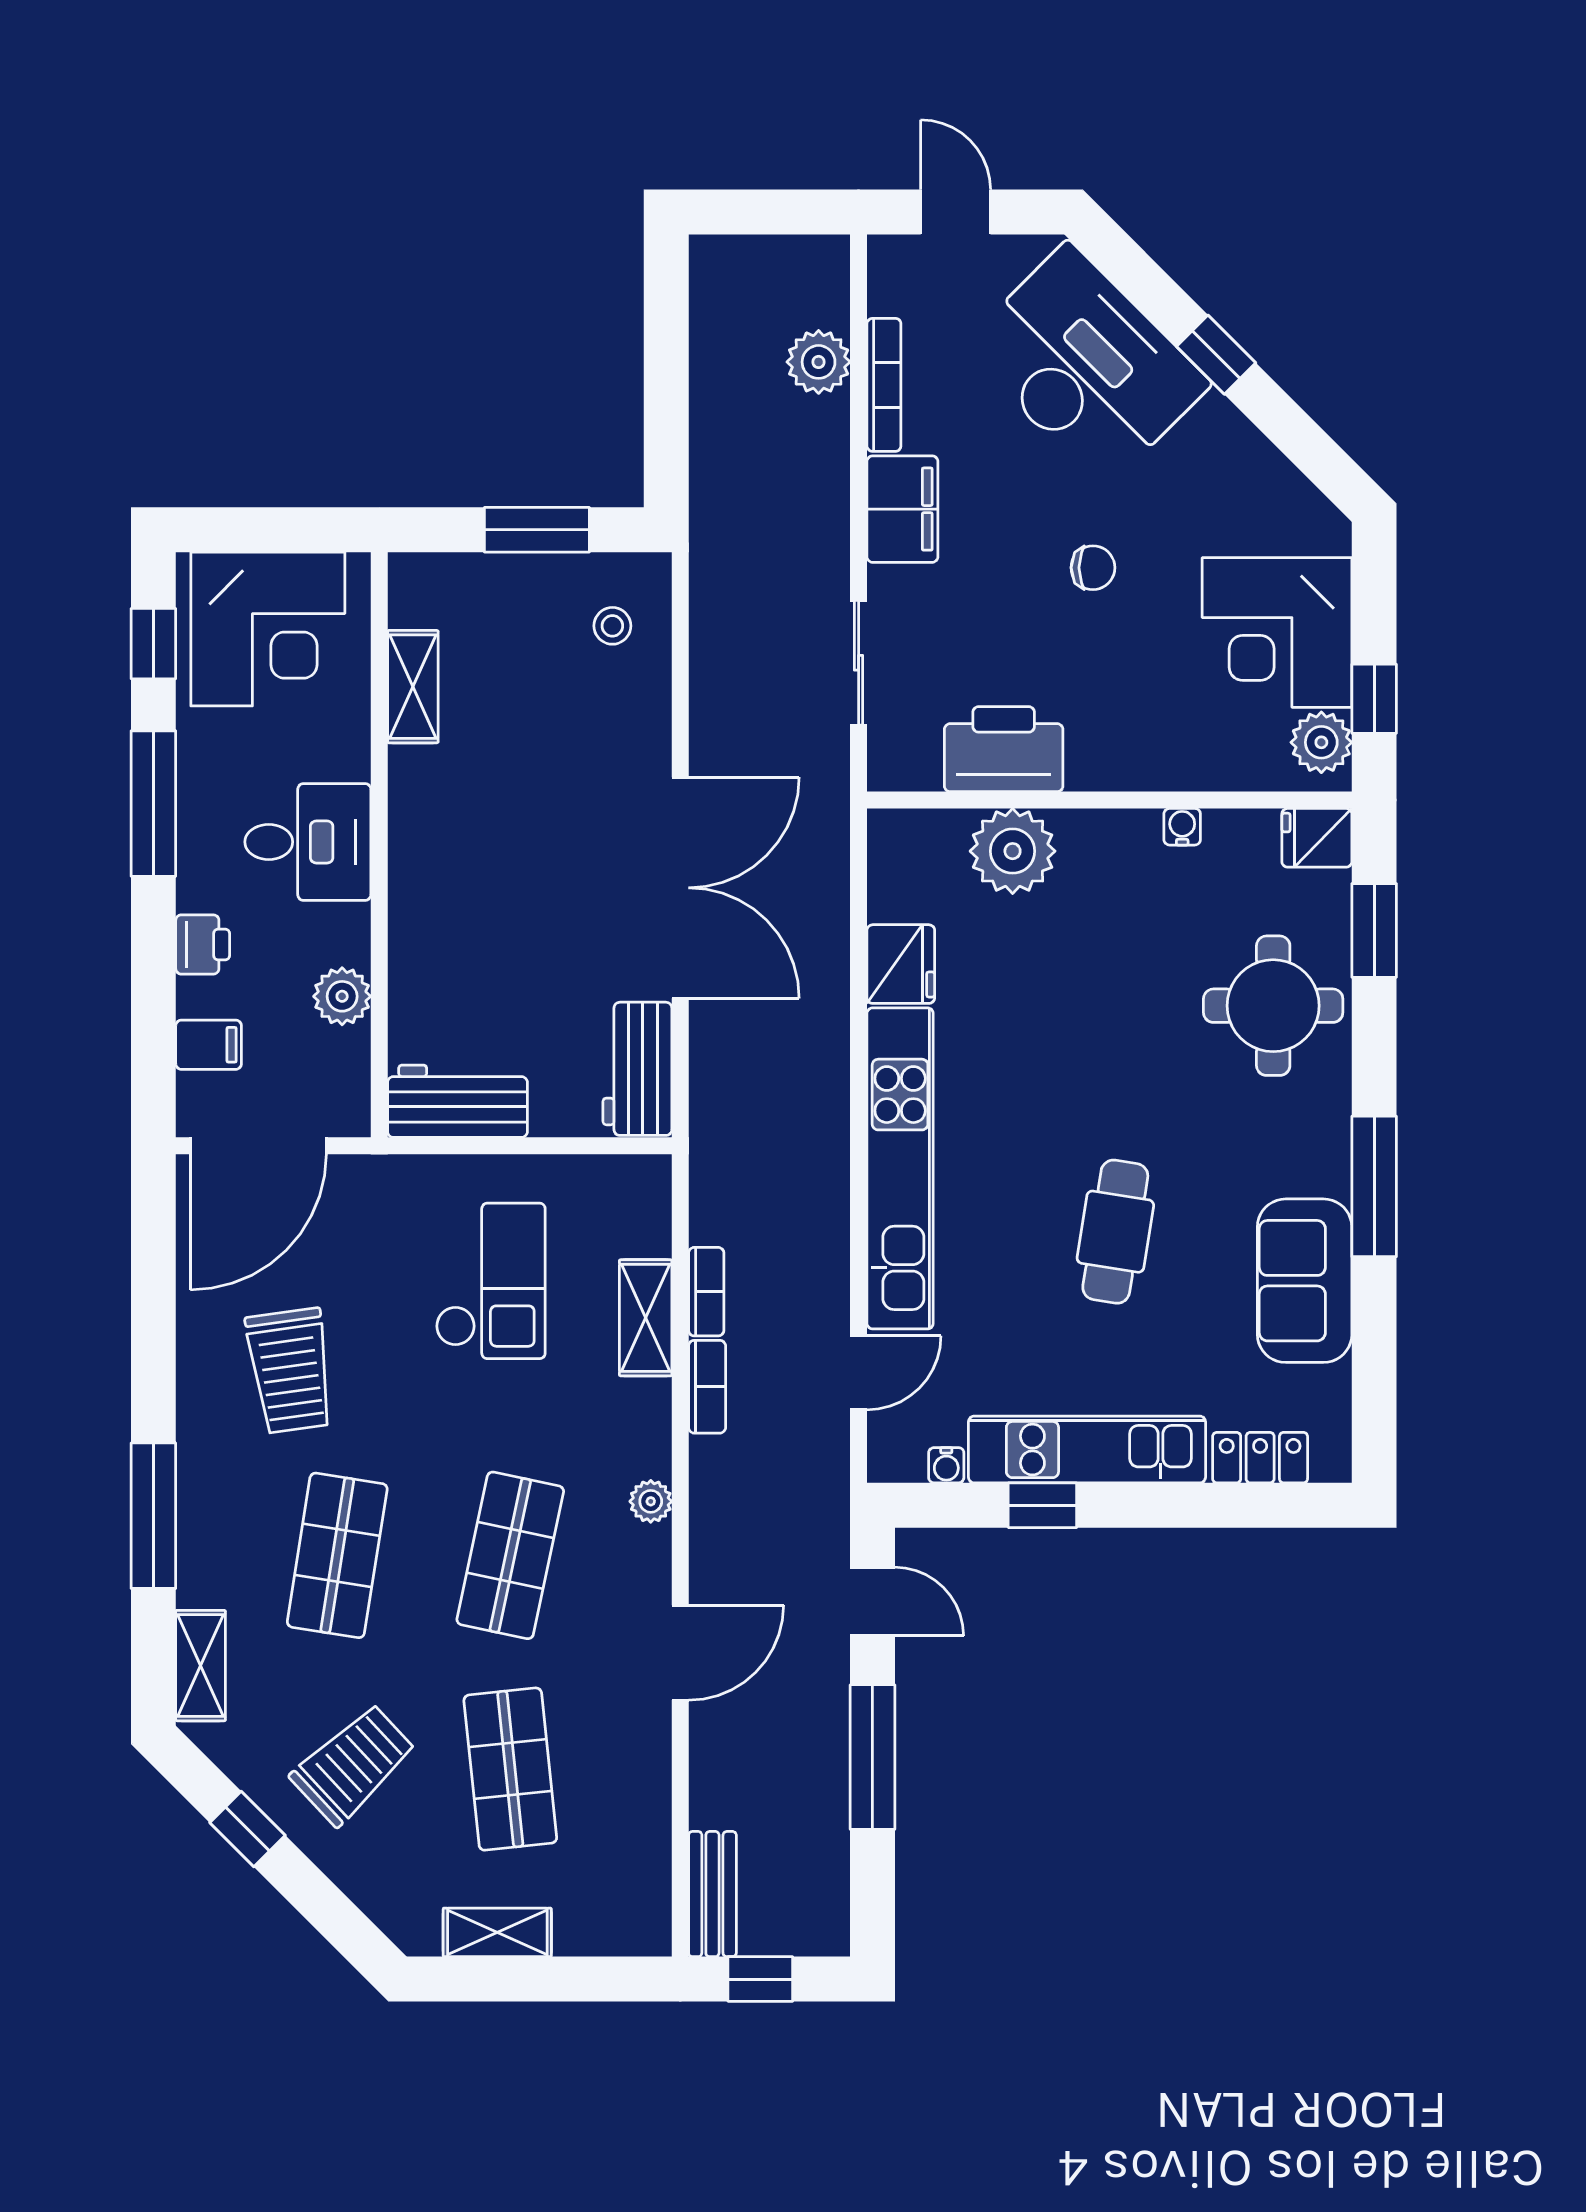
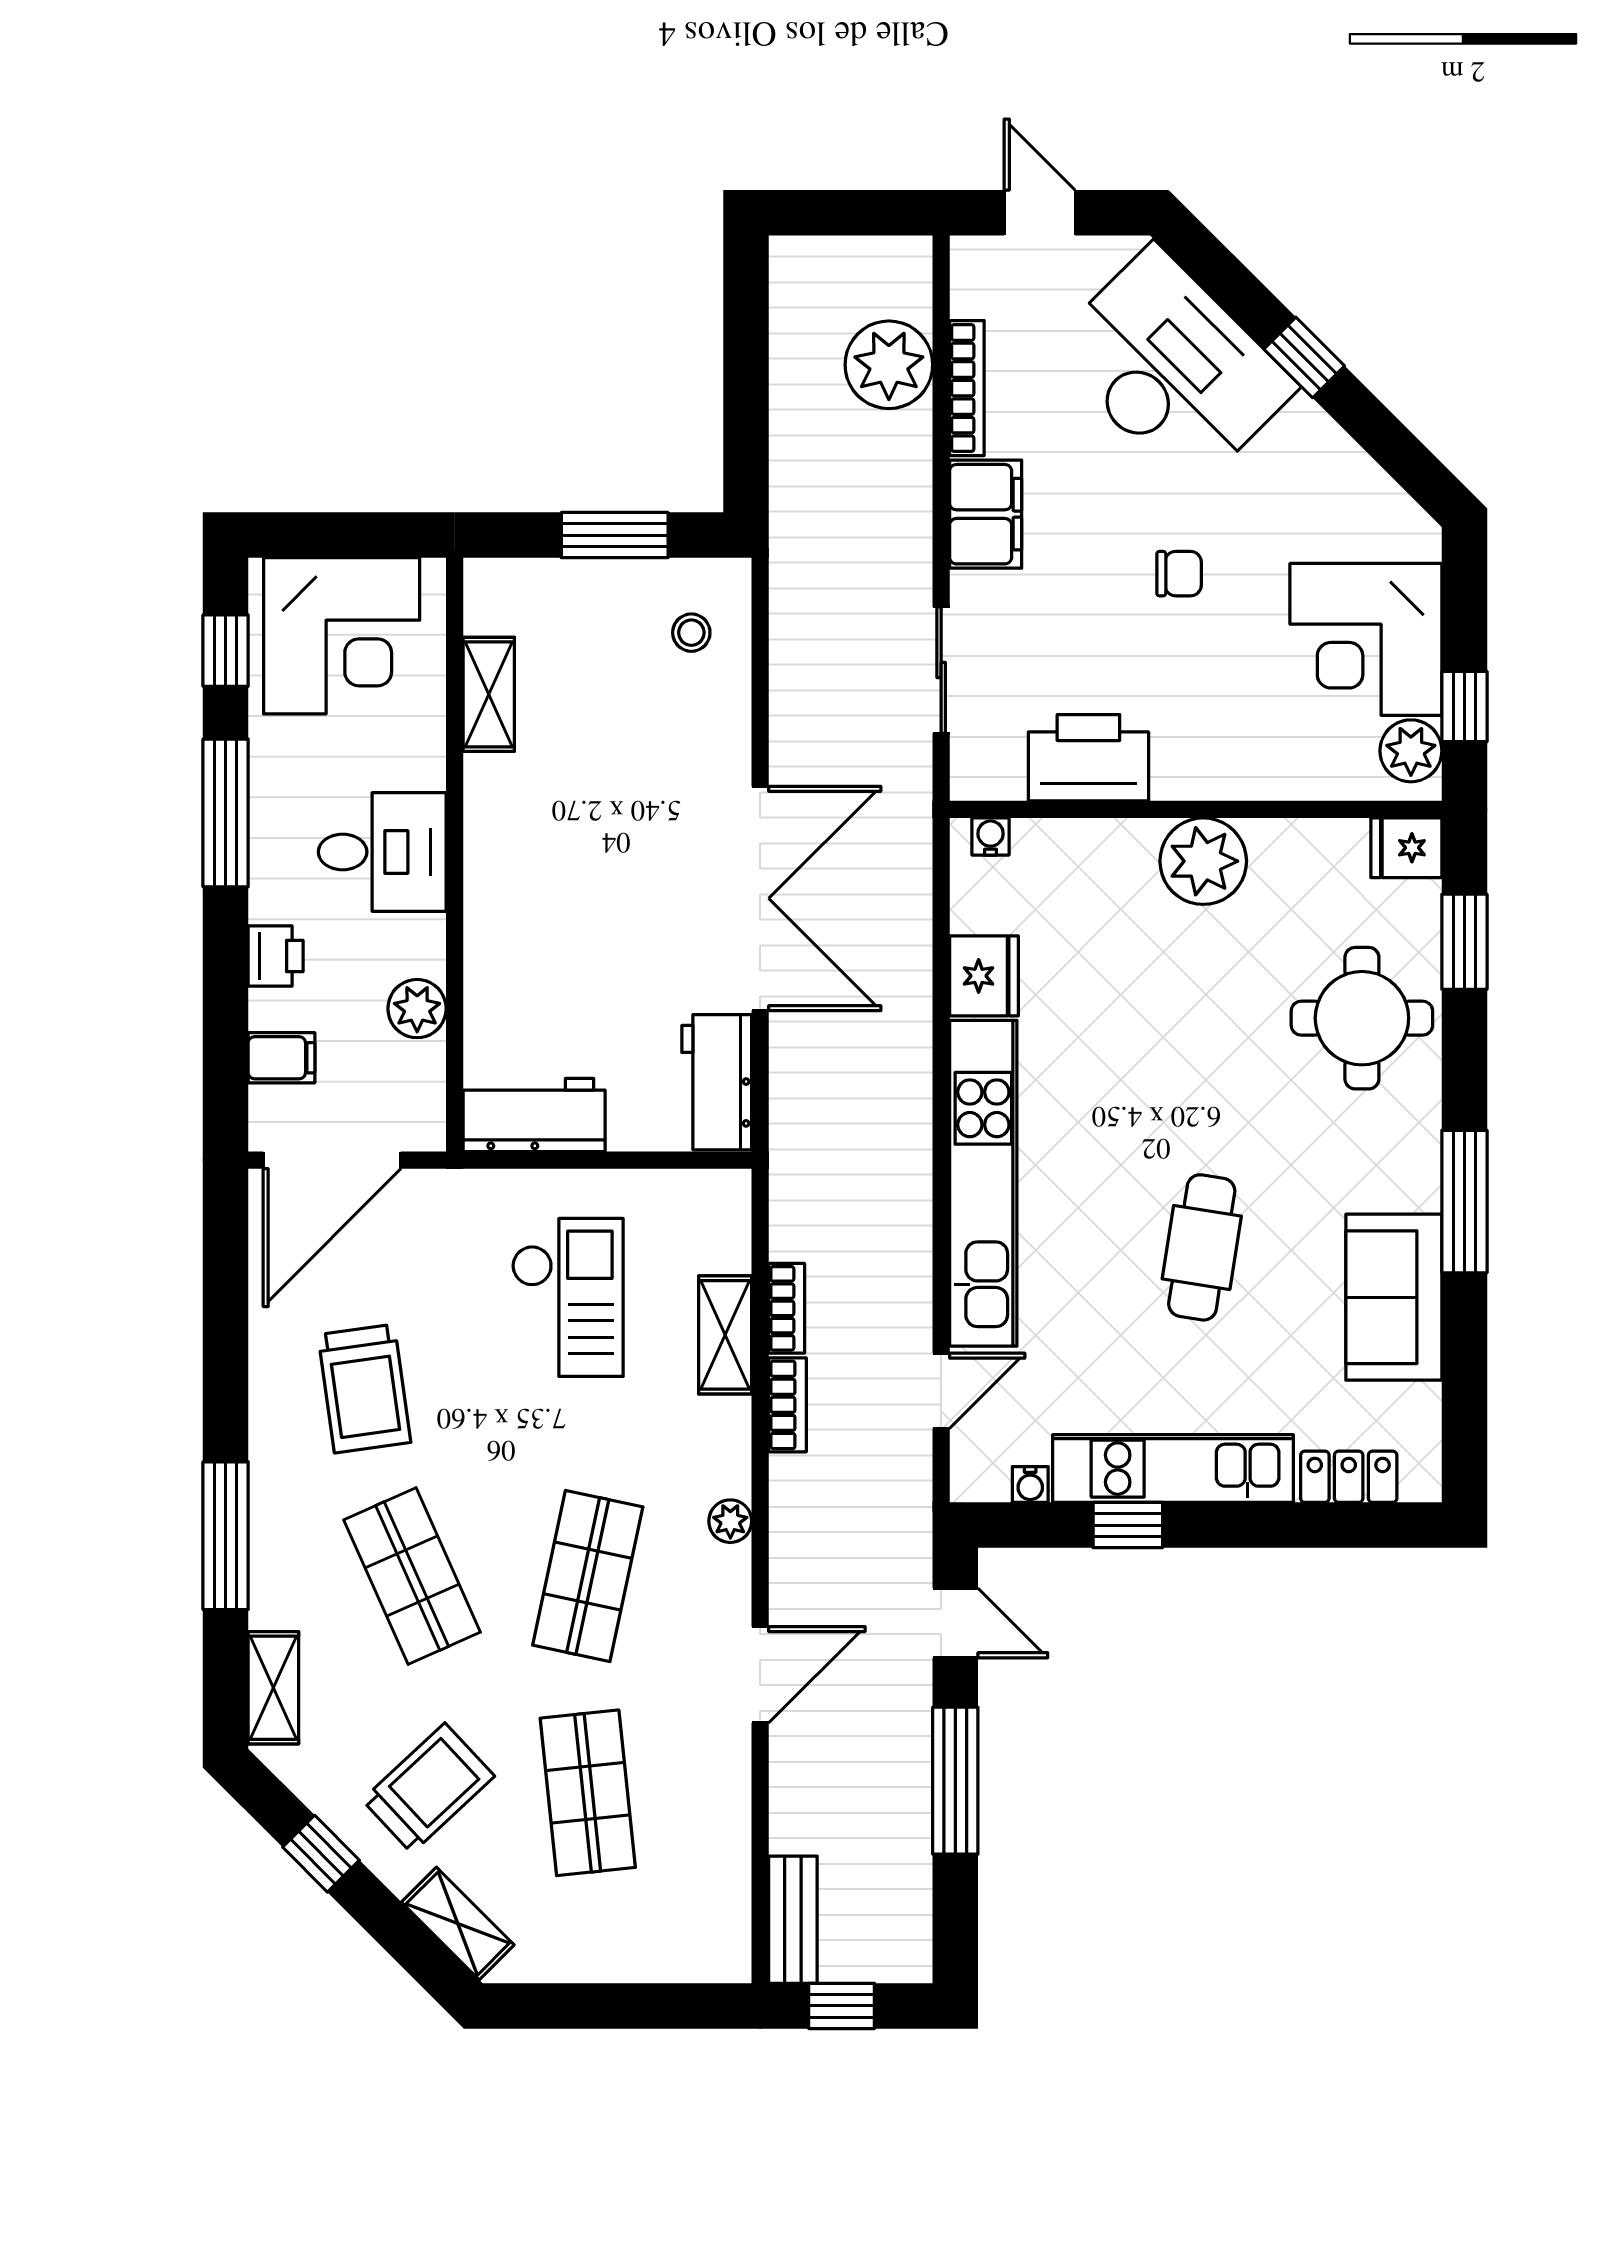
plant: (819, 362) -> (889, 365), width x1.36, depth x1.36
water cooler: (1182, 827) -> (991, 837), moved
plant: (1013, 851) -> (1203, 861), moved
shop shelf: (337, 1555) -> (412, 1576), turned -33
shelving: (497, 1932) -> (458, 1923), moved, turned 45

